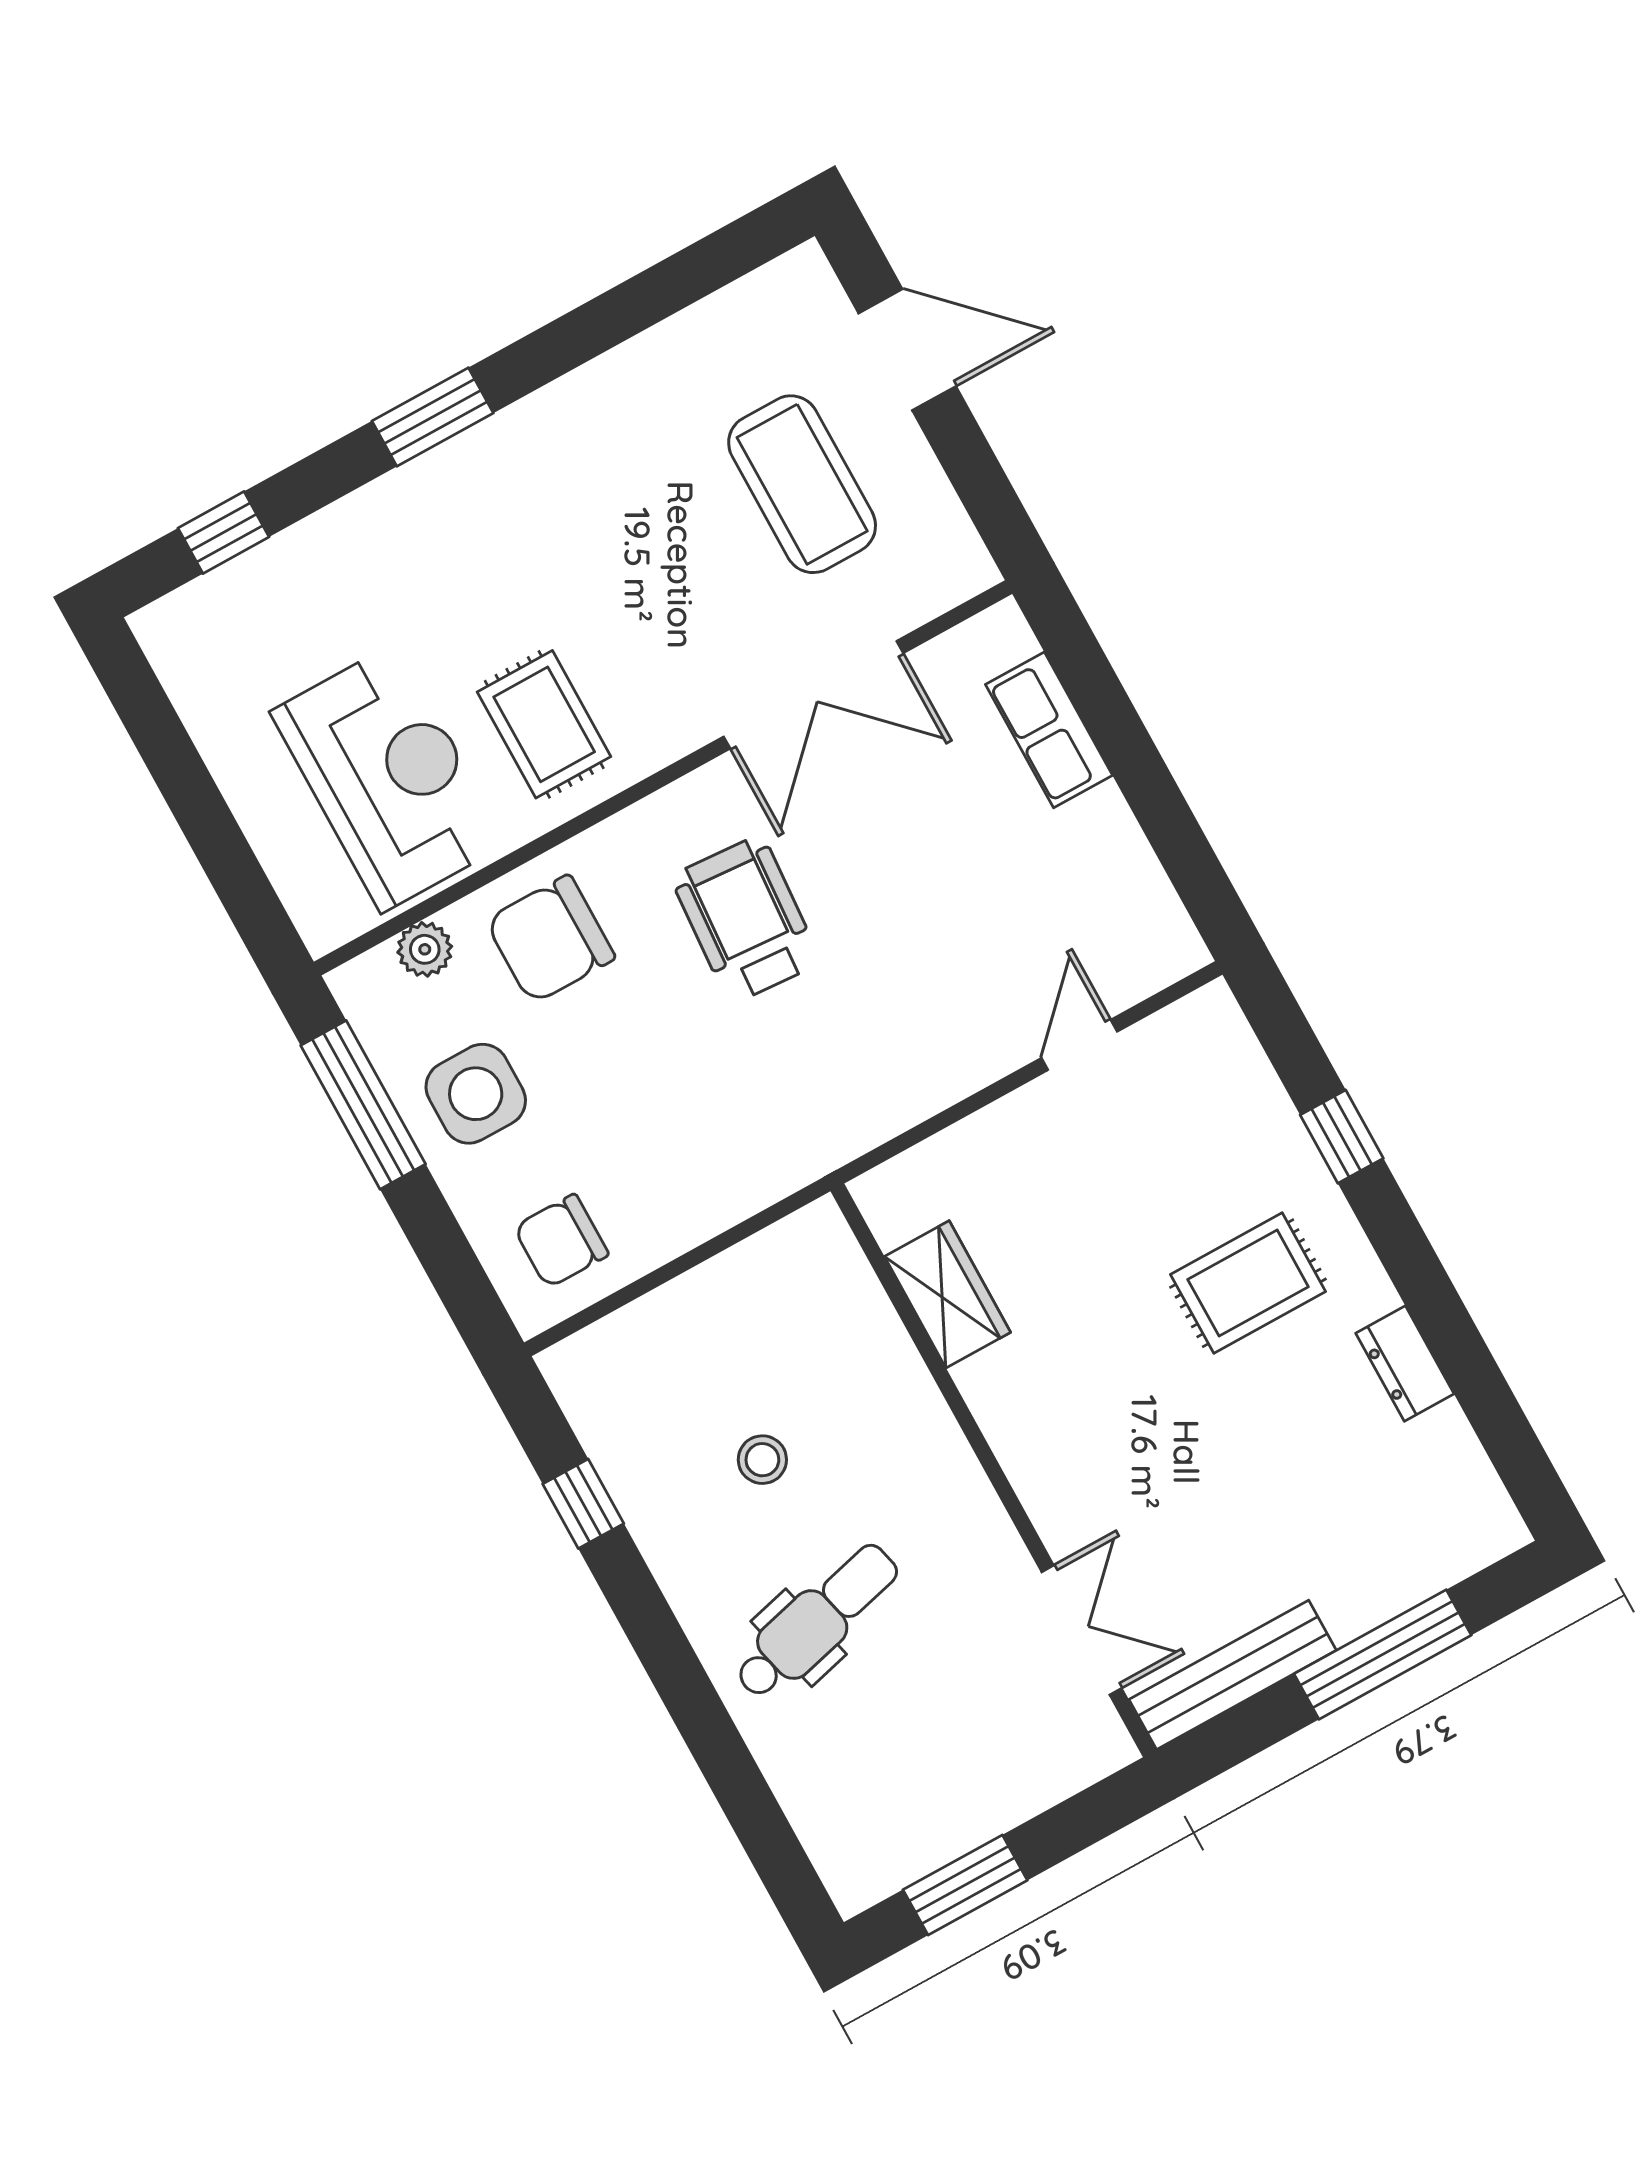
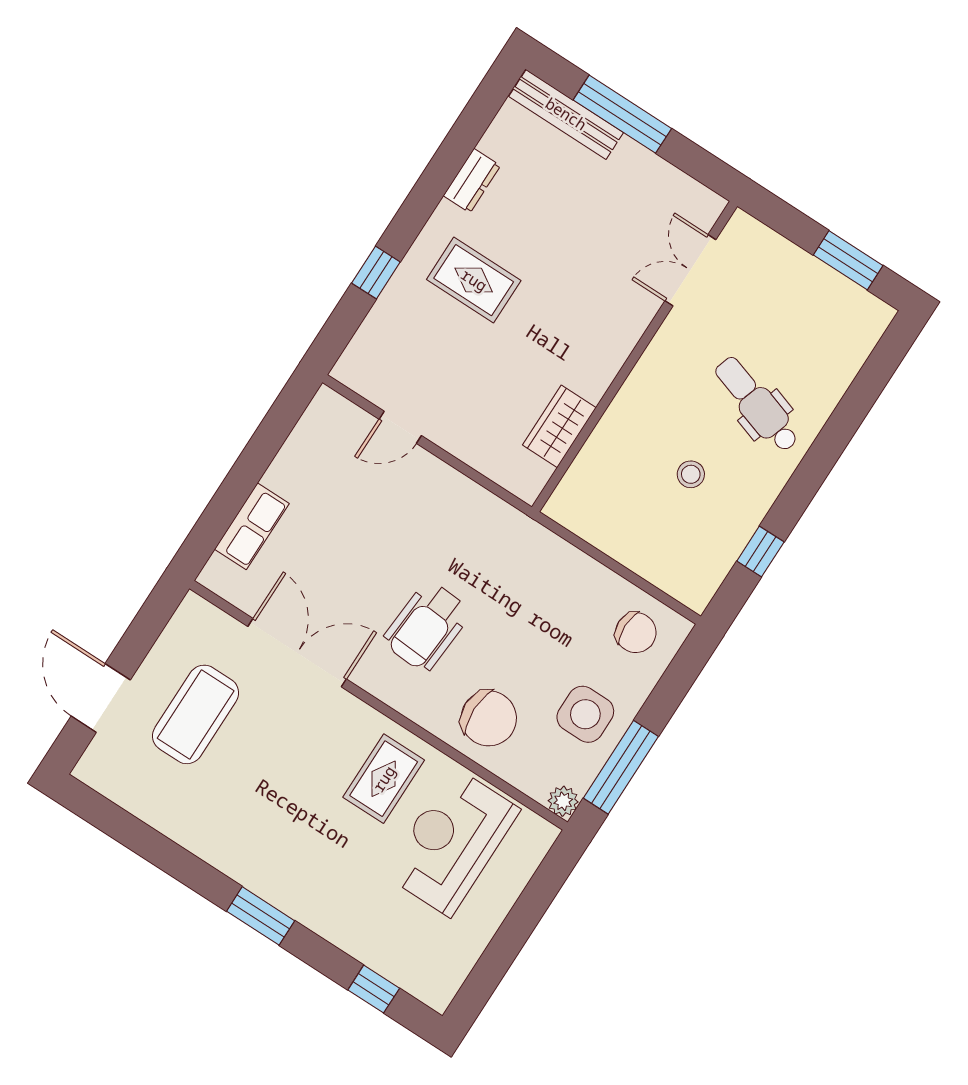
plant: (425, 949) -> (563, 801), moved
dental chair: (816, 1621) -> (757, 404), turned 32
bench: (1233, 1675) -> (566, 114), moved

